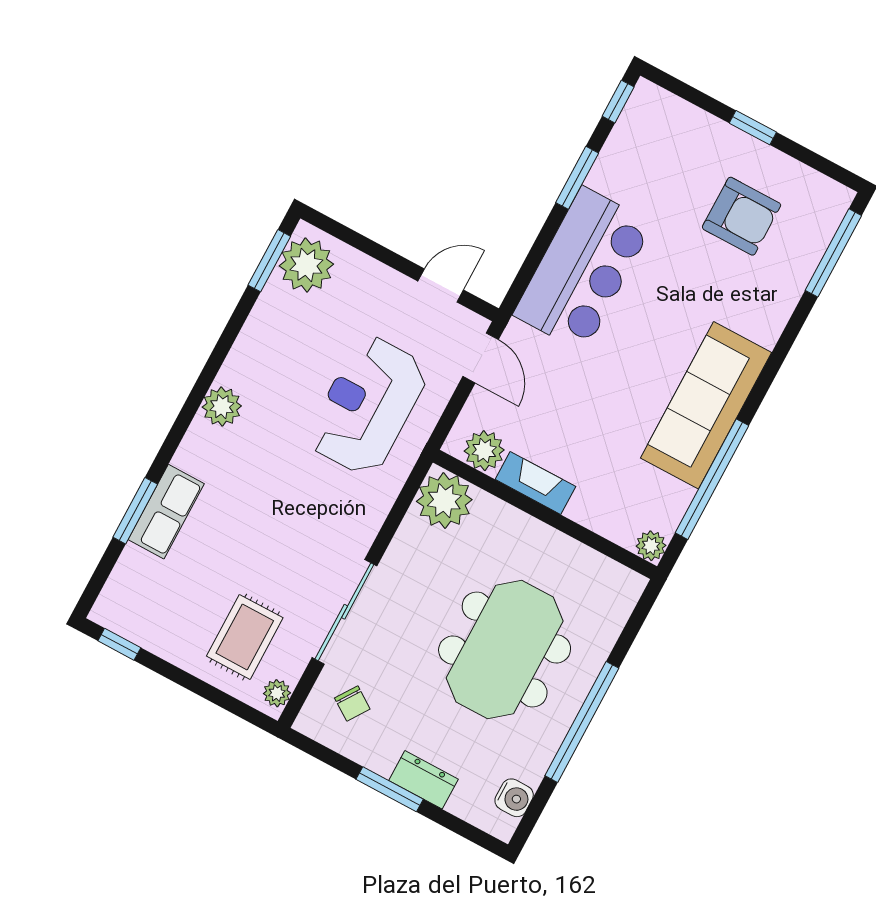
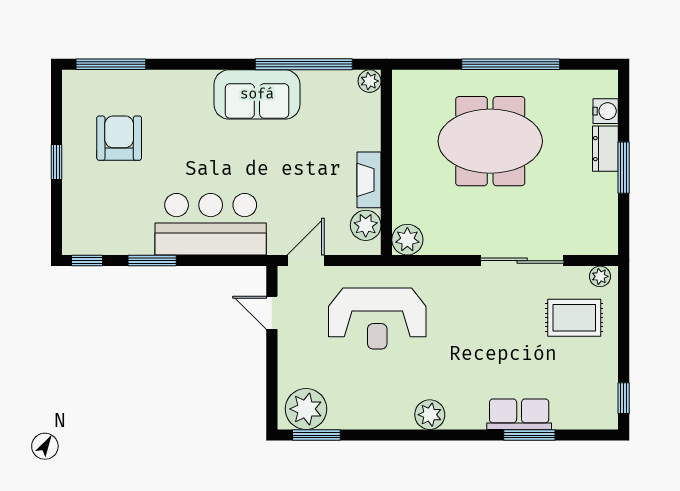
sofa: (706, 405) -> (257, 94), width x0.73
plant: (444, 501) -> (407, 240), width x0.73, depth x0.73
chair: (352, 703) -> (580, 223), removed
water cooler: (514, 798) -> (606, 111), moved, turned 90

